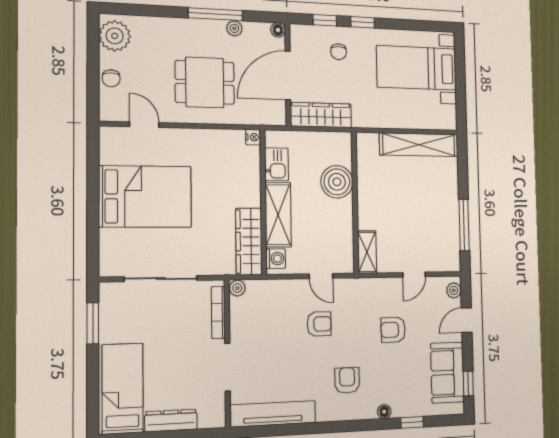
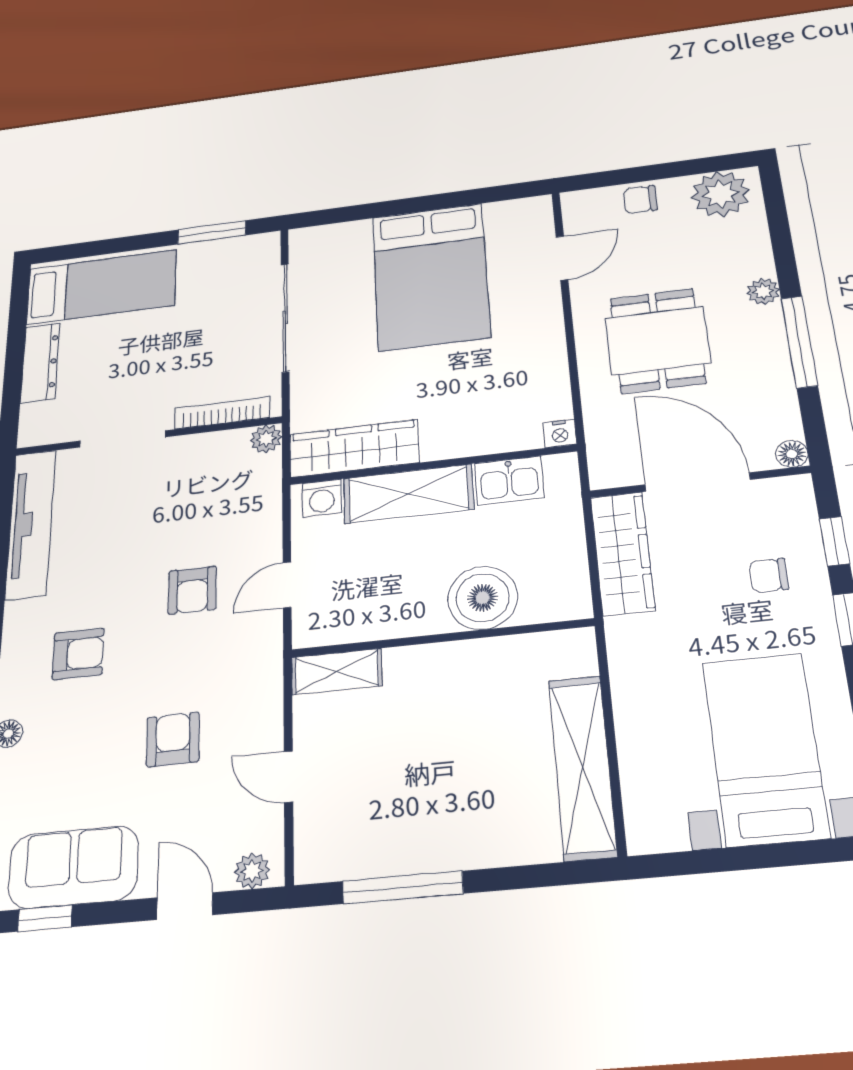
plant: (234, 28) -> (763, 291), moved

